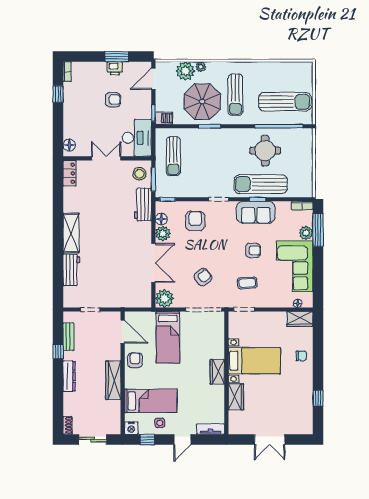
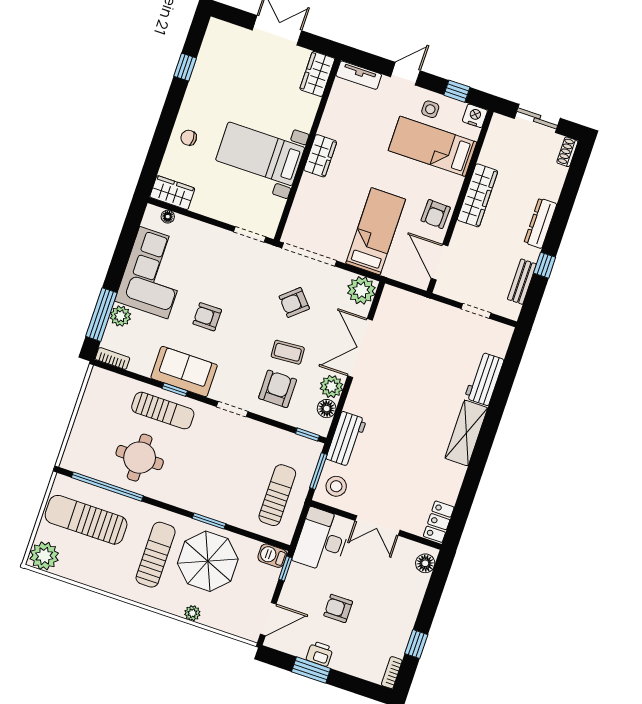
plant: (185, 71) -> (44, 556), moved
sun lounger: (261, 184) -> (163, 411), width x0.73, depth x0.75
armchair: (195, 221) -> (278, 389), turned 180
coffee table: (247, 283) -> (288, 352), moved
wardrobe: (236, 397) -> (317, 74), moved

